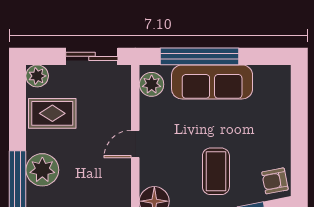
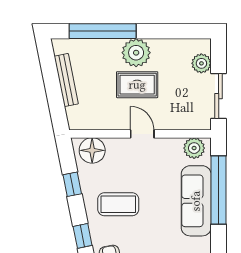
plant: (37, 76) -> (201, 63), moved
rug: (52, 113) -> (137, 85), moved, turned 90
plant: (42, 170) -> (136, 53), moved

